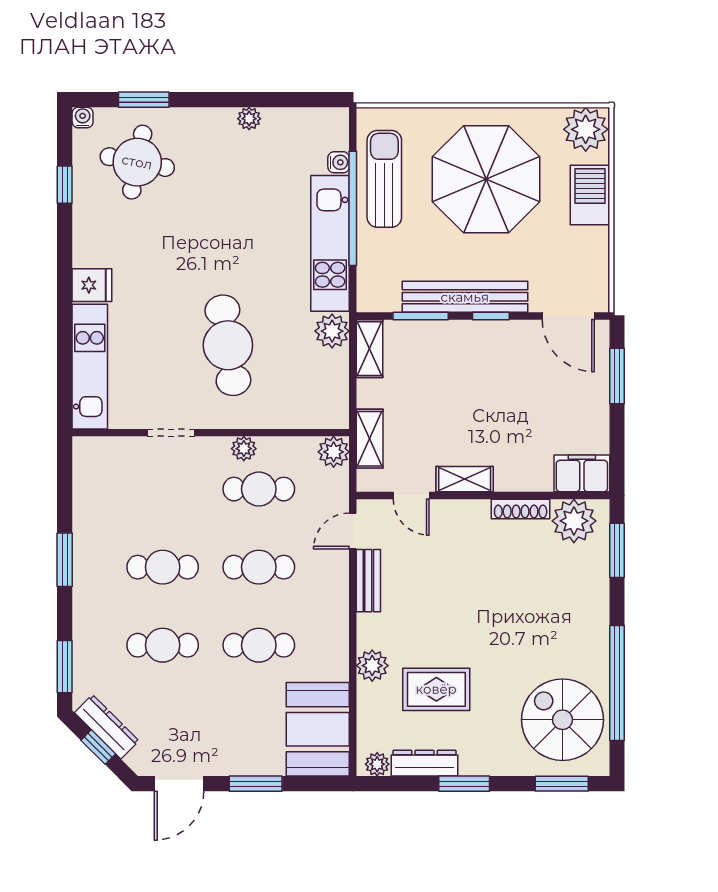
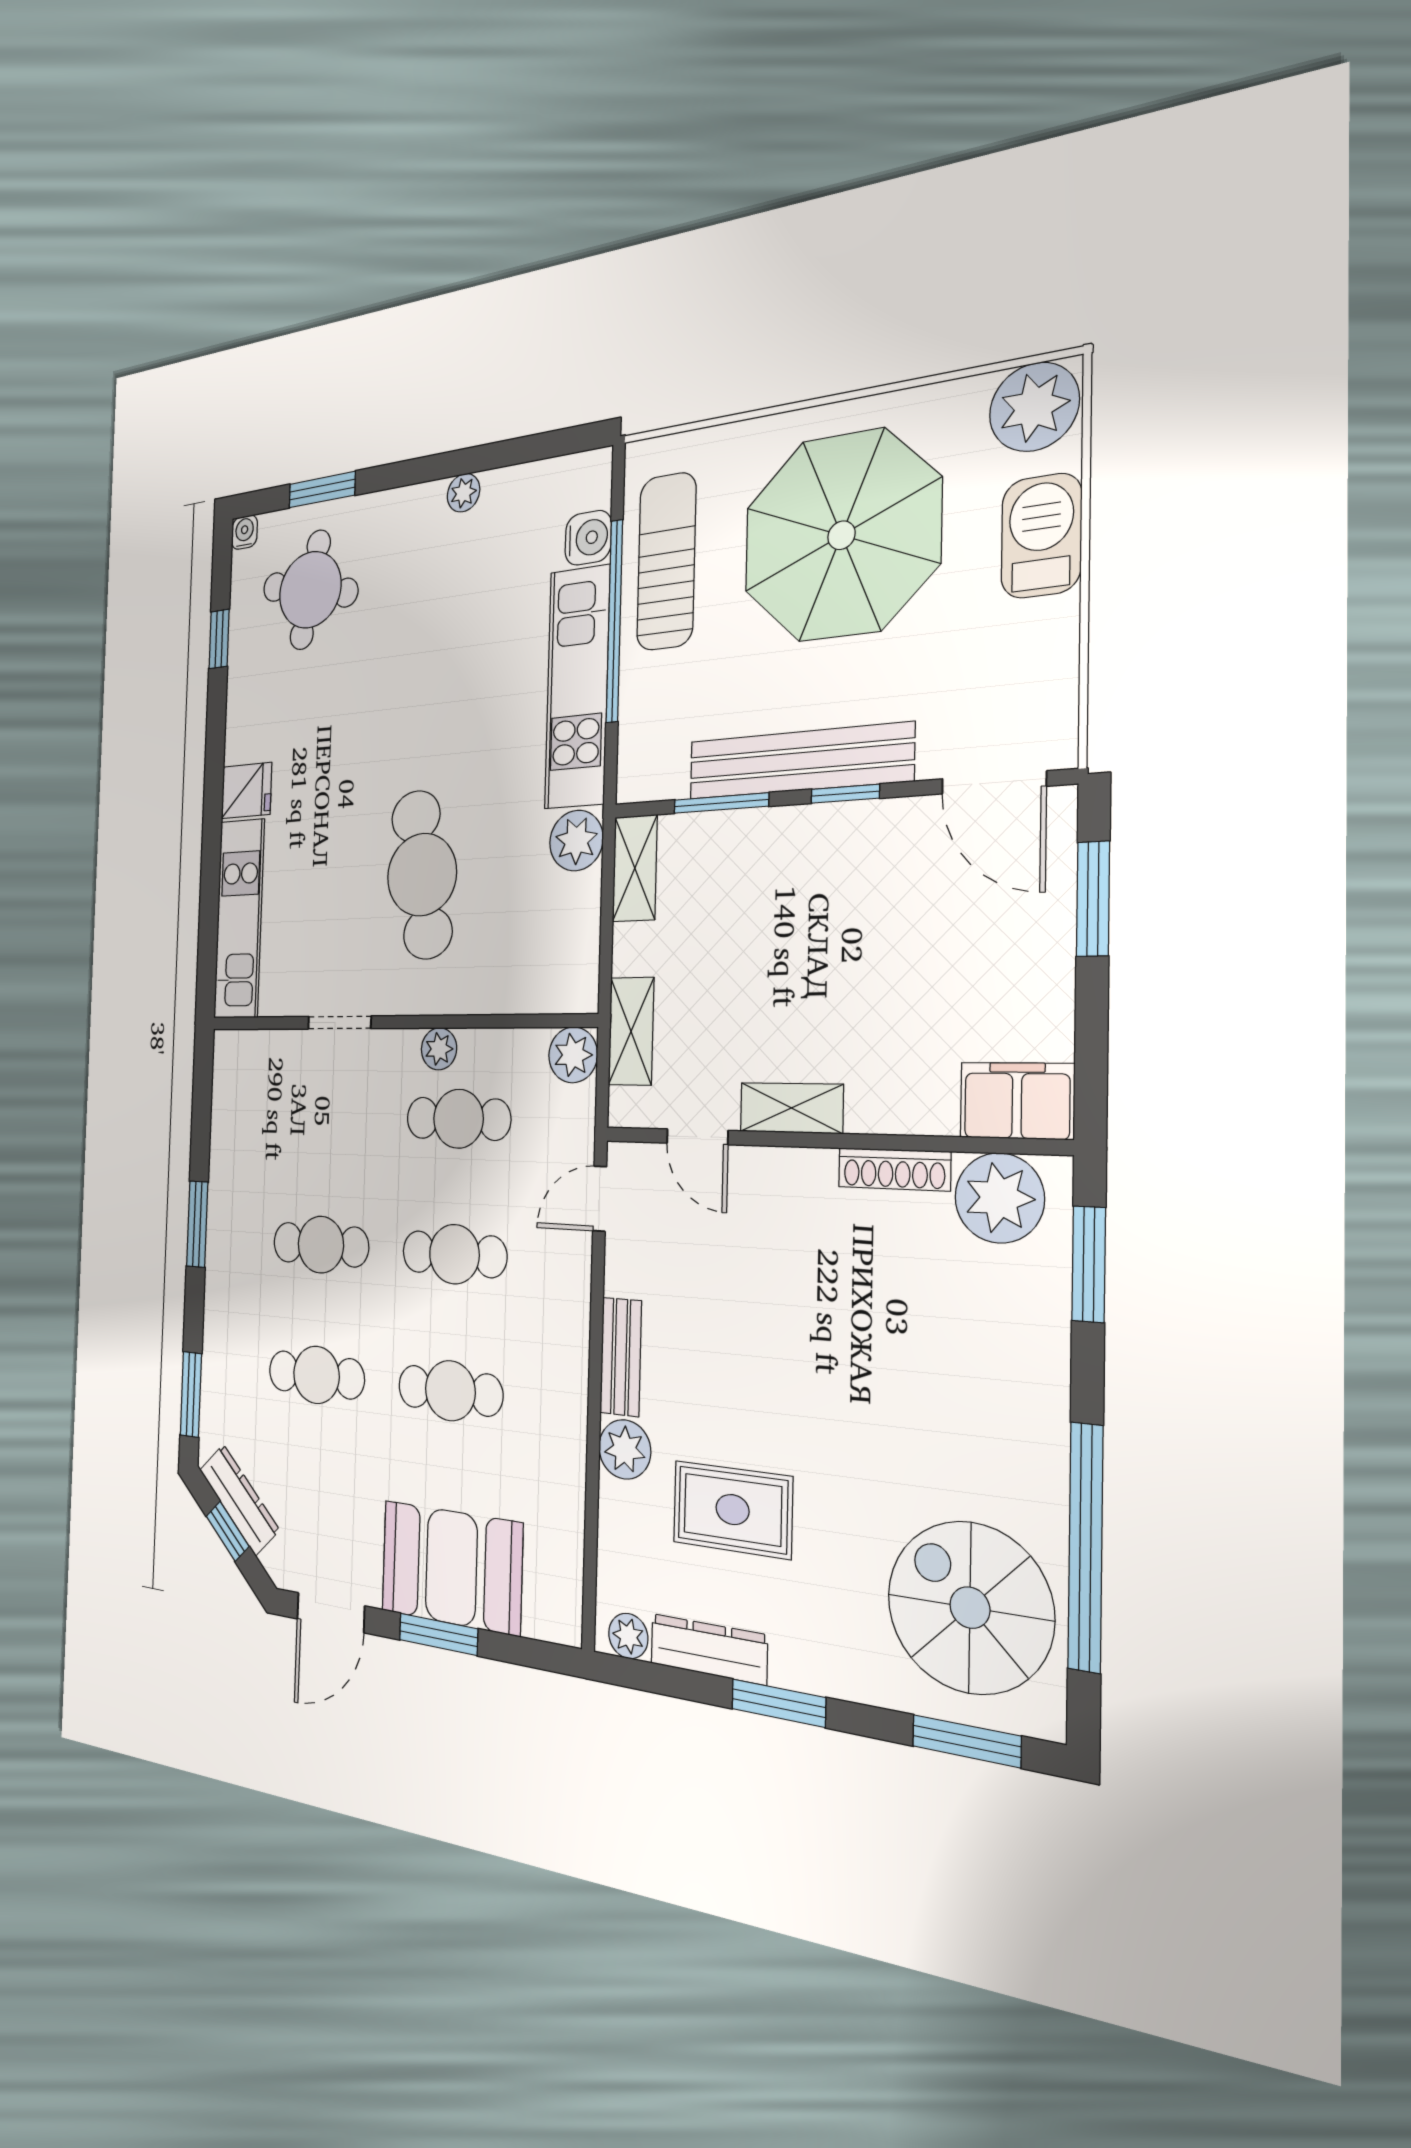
water cooler: (339, 162) -> (588, 538), width x1.38, depth x1.38
bench: (368, 581) -> (621, 1357), moved
booth: (318, 729) -> (451, 1567), moved, turned 90

